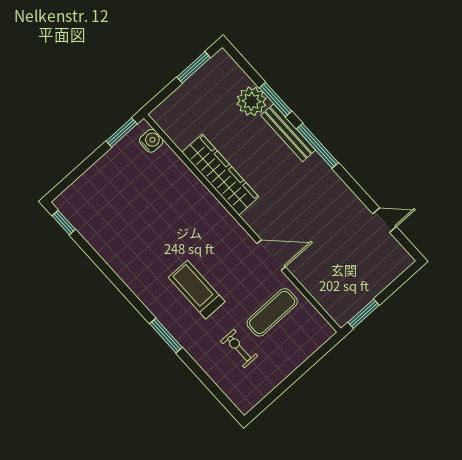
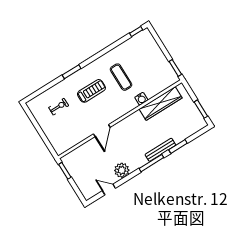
plant: (251, 101) -> (122, 170), moved
water cooler: (151, 141) -> (141, 99), moved
wardrobe: (220, 175) -> (161, 104), moved
door: (385, 220) -> (109, 189), swing flipped
exercise mat: (272, 312) -> (121, 77), moved

